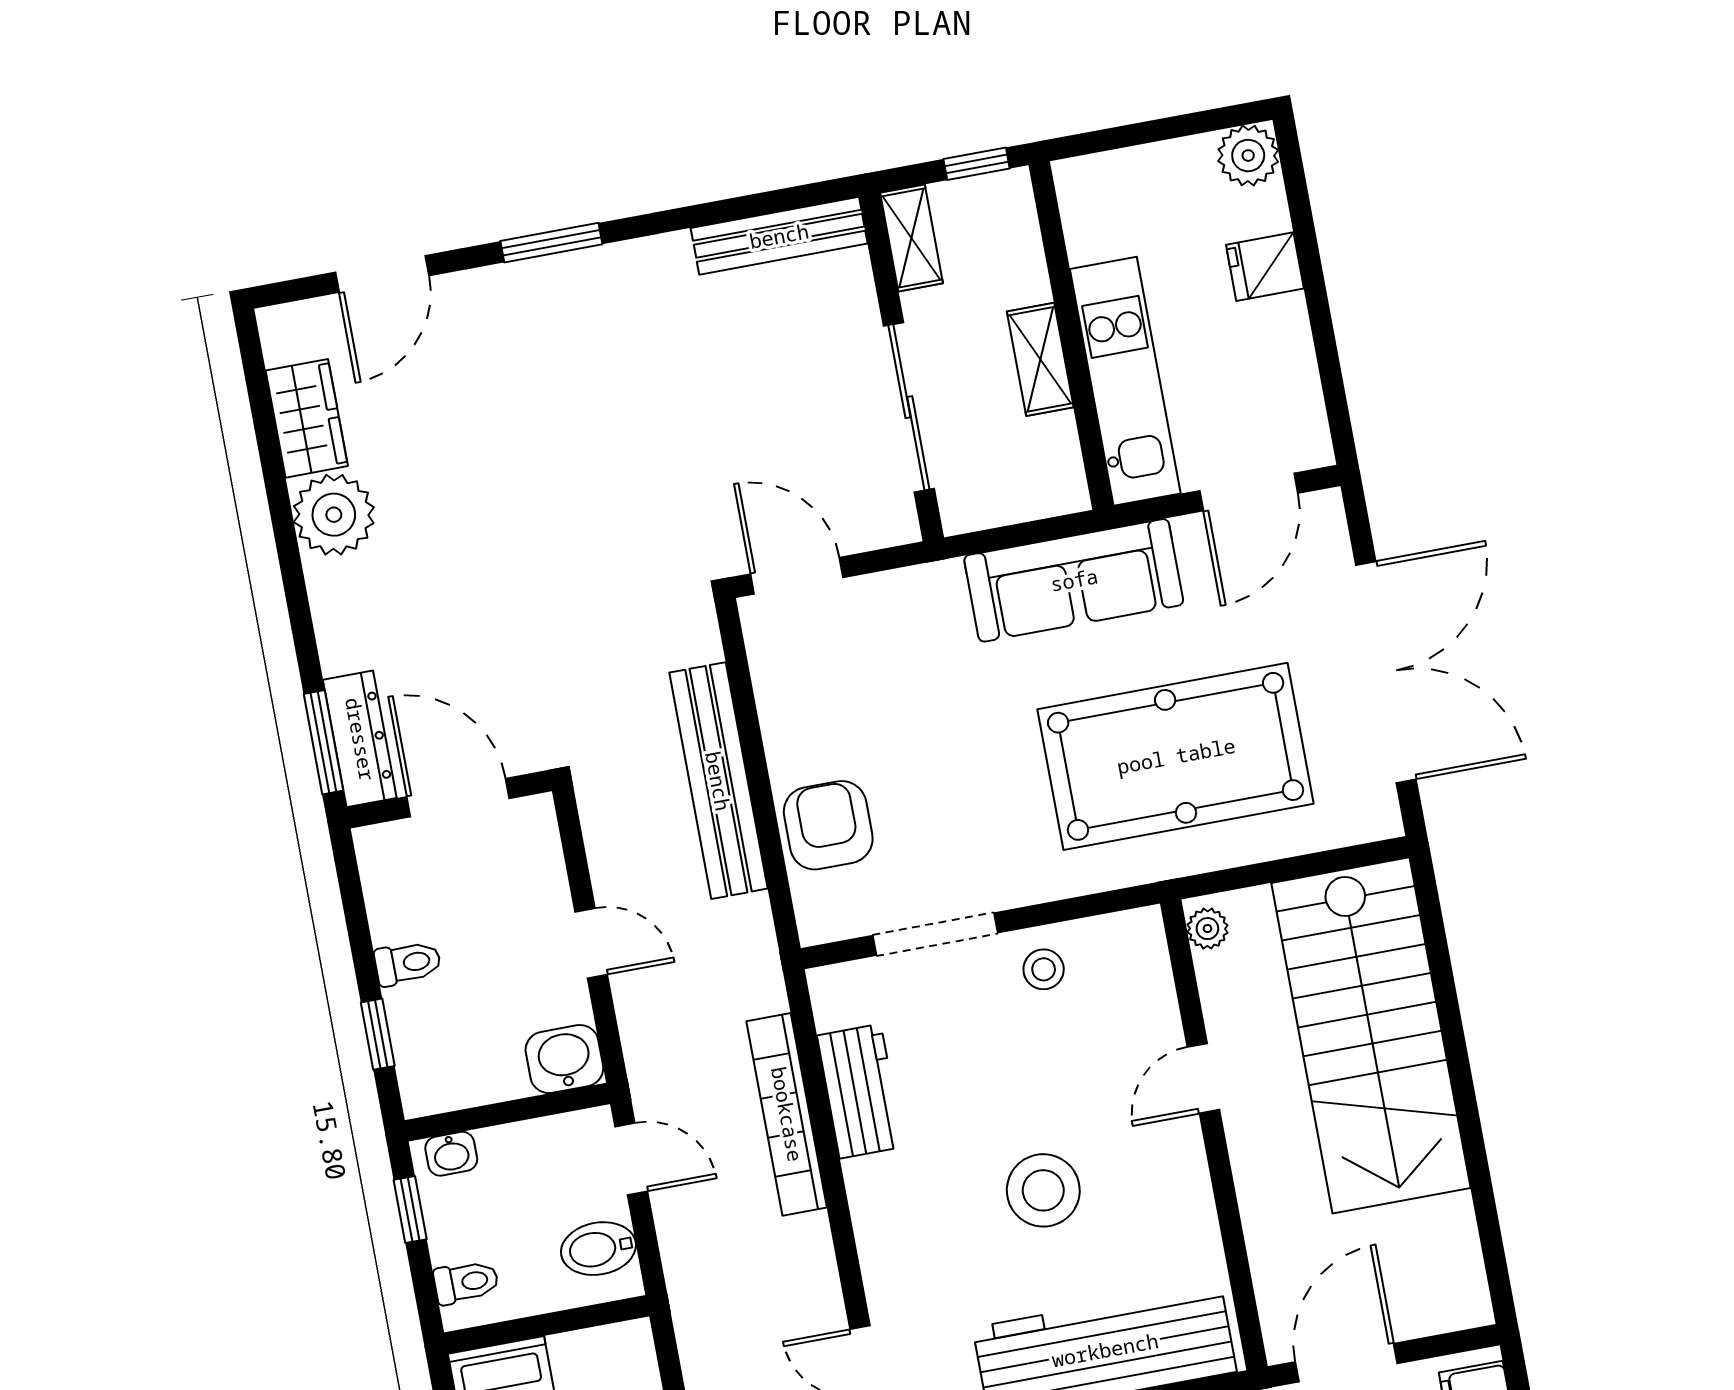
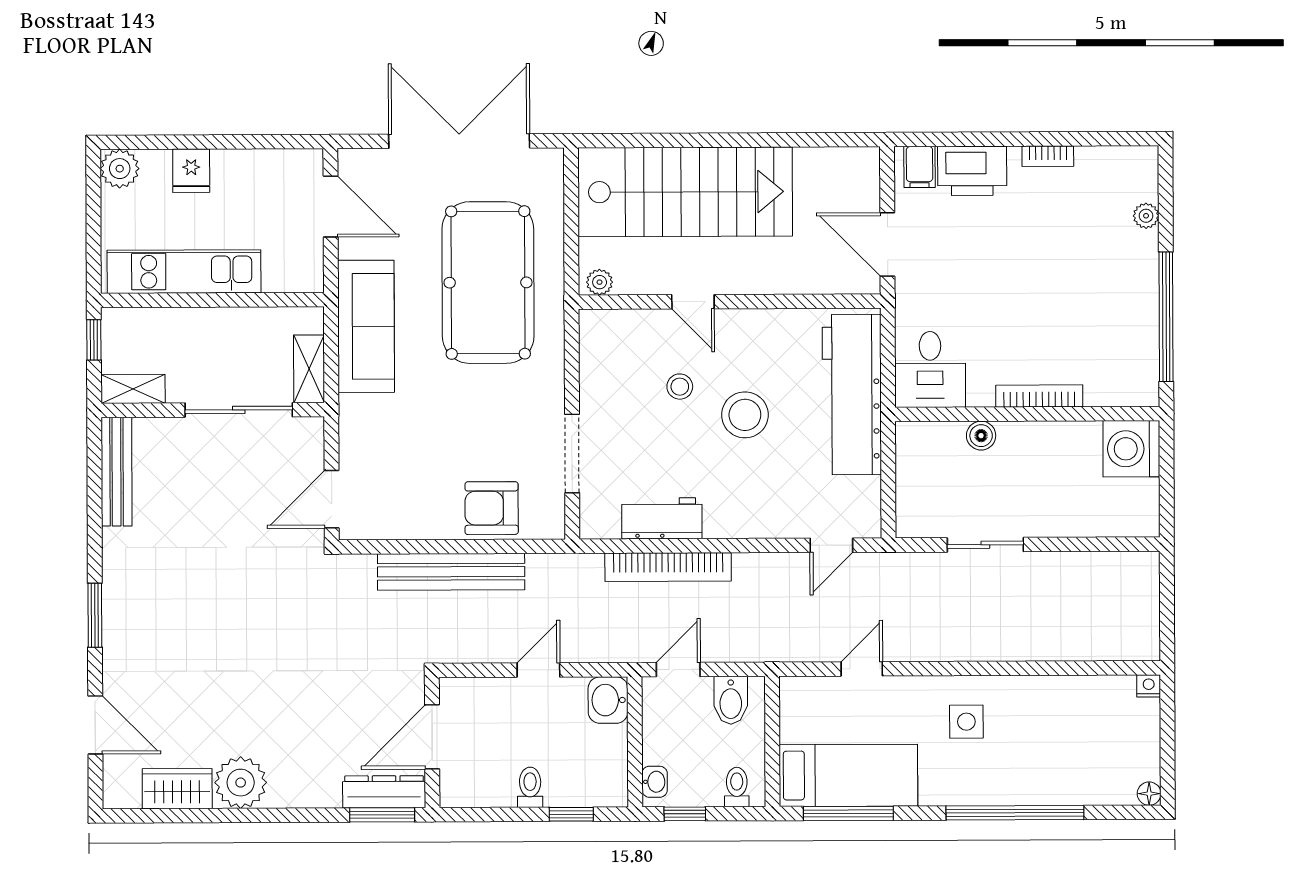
shelving: (1040, 359) -> (309, 369), moved, turned 90
kitchen unit: (1125, 381) -> (184, 272), moved
stool: (1044, 969) -> (680, 387), moved

